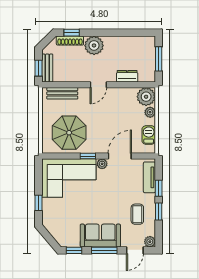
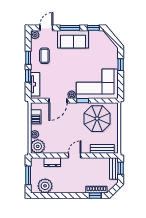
plant: (94, 45) -> (45, 186), moved

